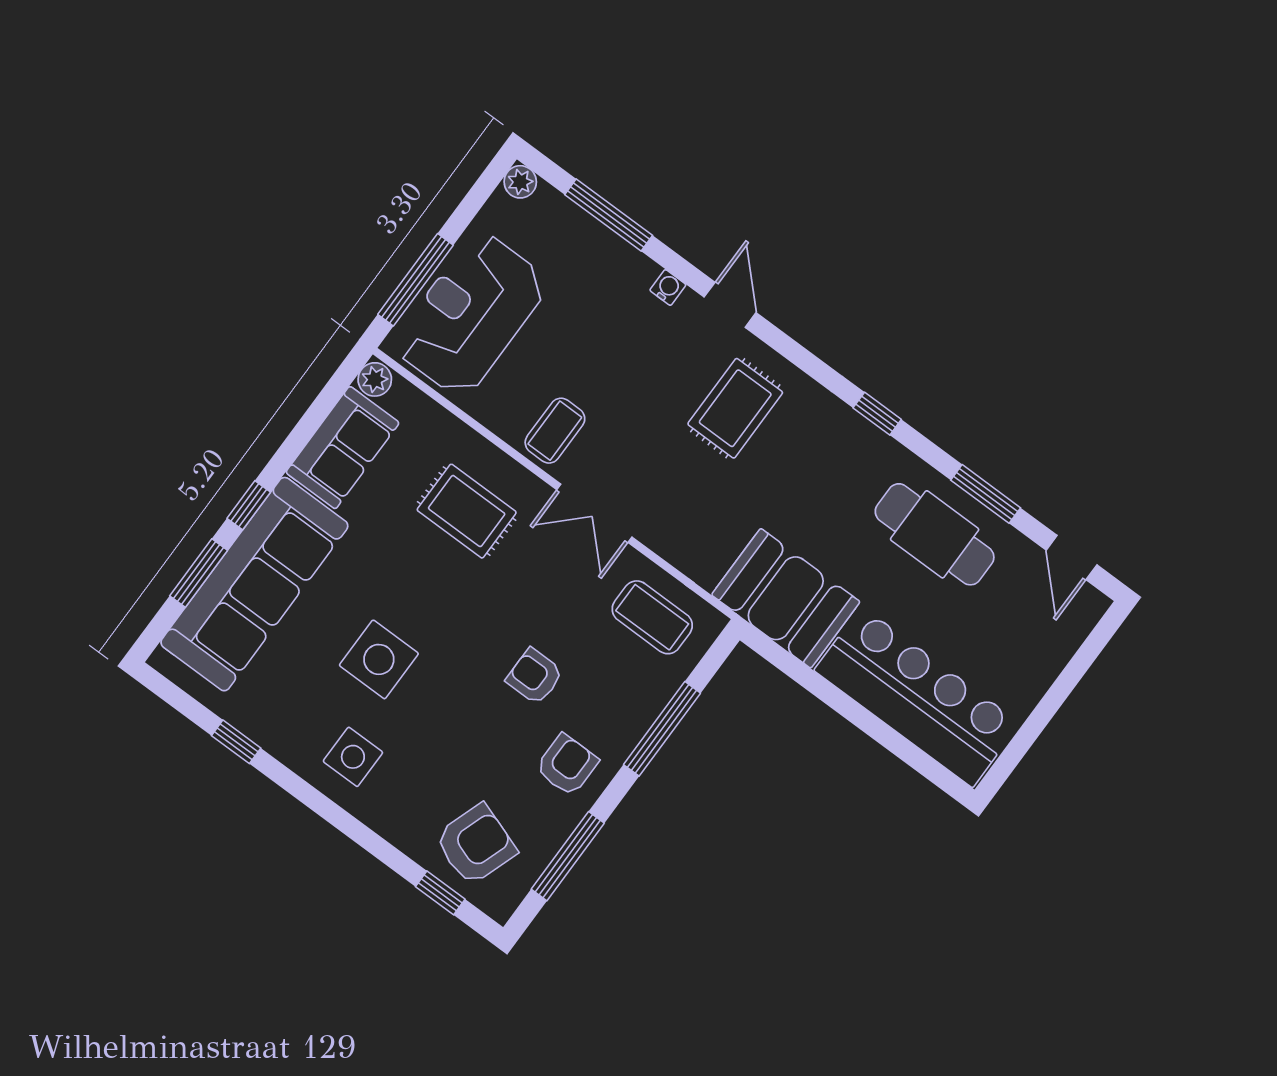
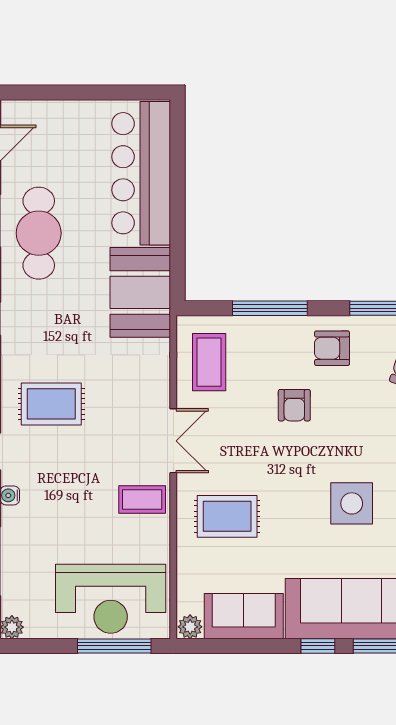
rug: (467, 511) -> (227, 516), turned 90

